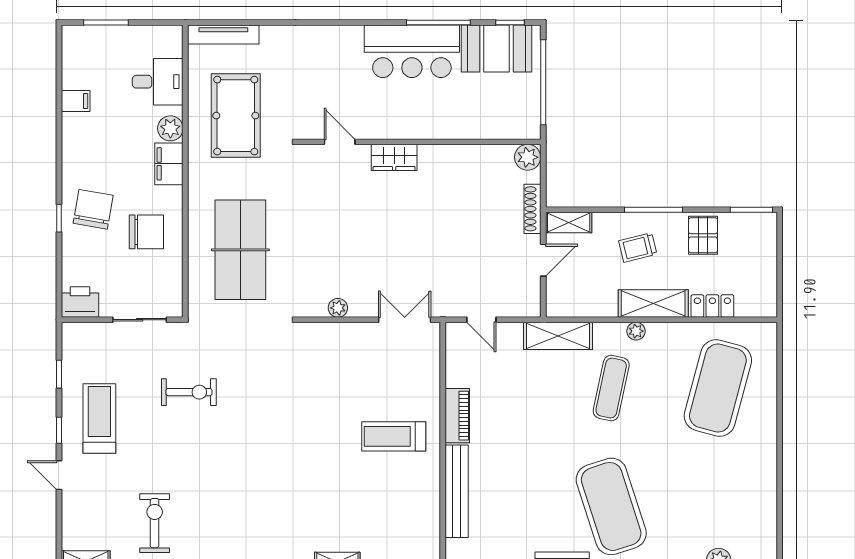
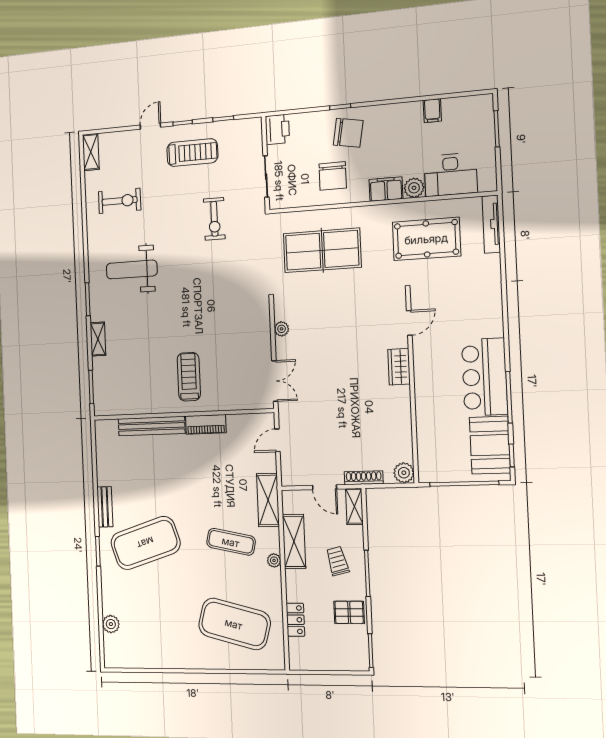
desk: (158, 82) -> (451, 175), width x1.37
shelving: (653, 303) -> (294, 541), moved
weight bench: (247, 510) -> (132, 270), added

